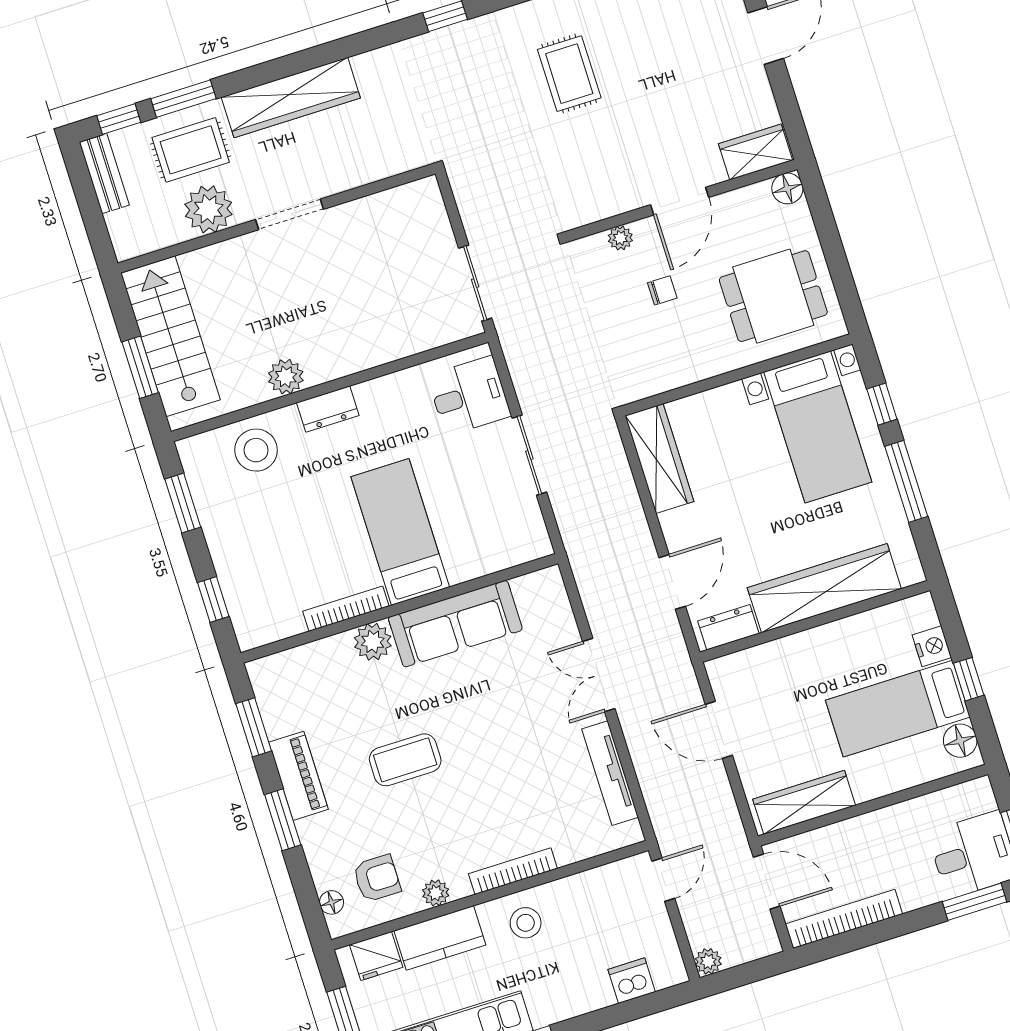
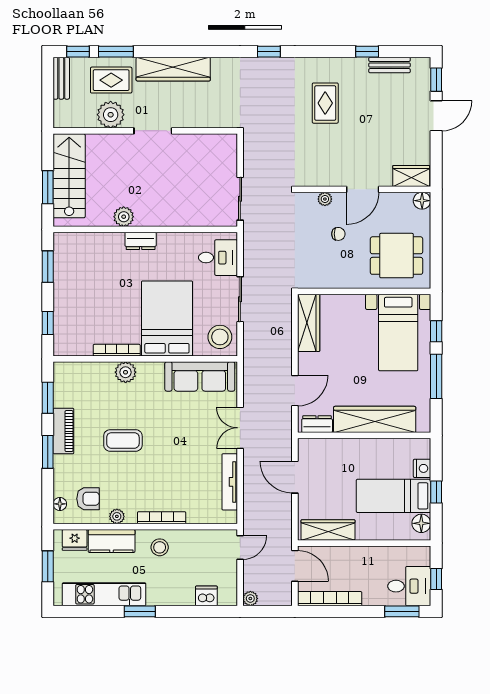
stool: (256, 450) -> (220, 337), moved
bed: (400, 532) -> (167, 318), width x1.50
sofa: (455, 624) -> (200, 376), moved

